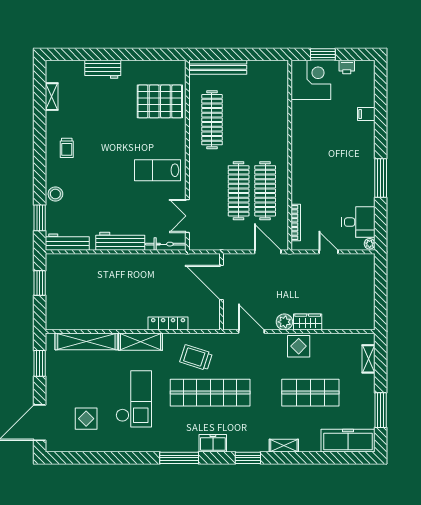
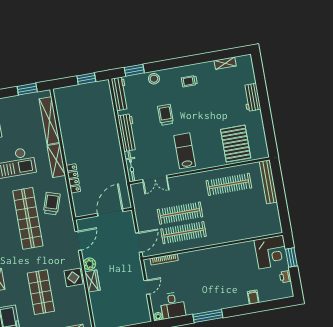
trolley: (106, 187) -> (166, 115), added
double door: (187, 216) -> (155, 179), swing flipped

